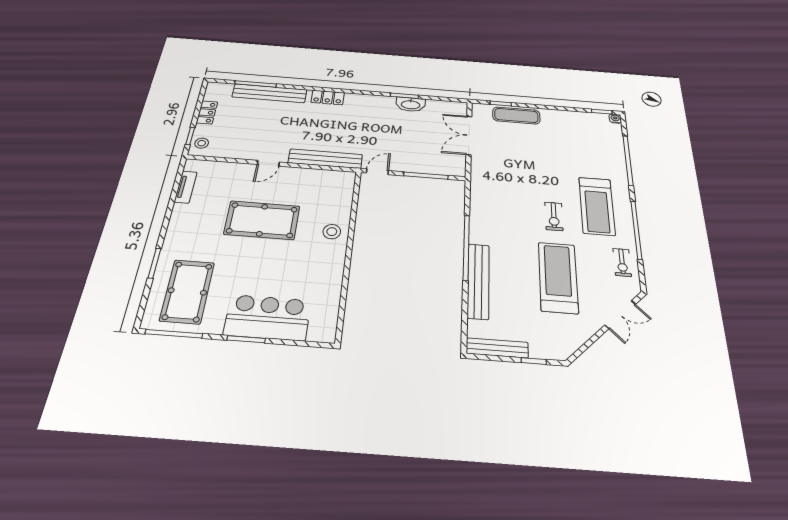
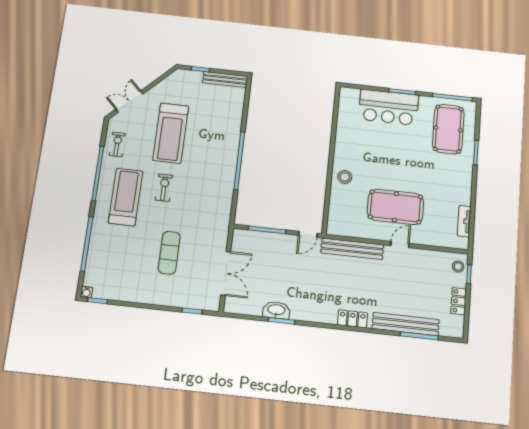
exercise mat: (516, 115) -> (169, 253), moved, turned 90
pool table: (262, 220) -> (395, 207), moved
bench: (478, 281) -> (233, 132), removed

